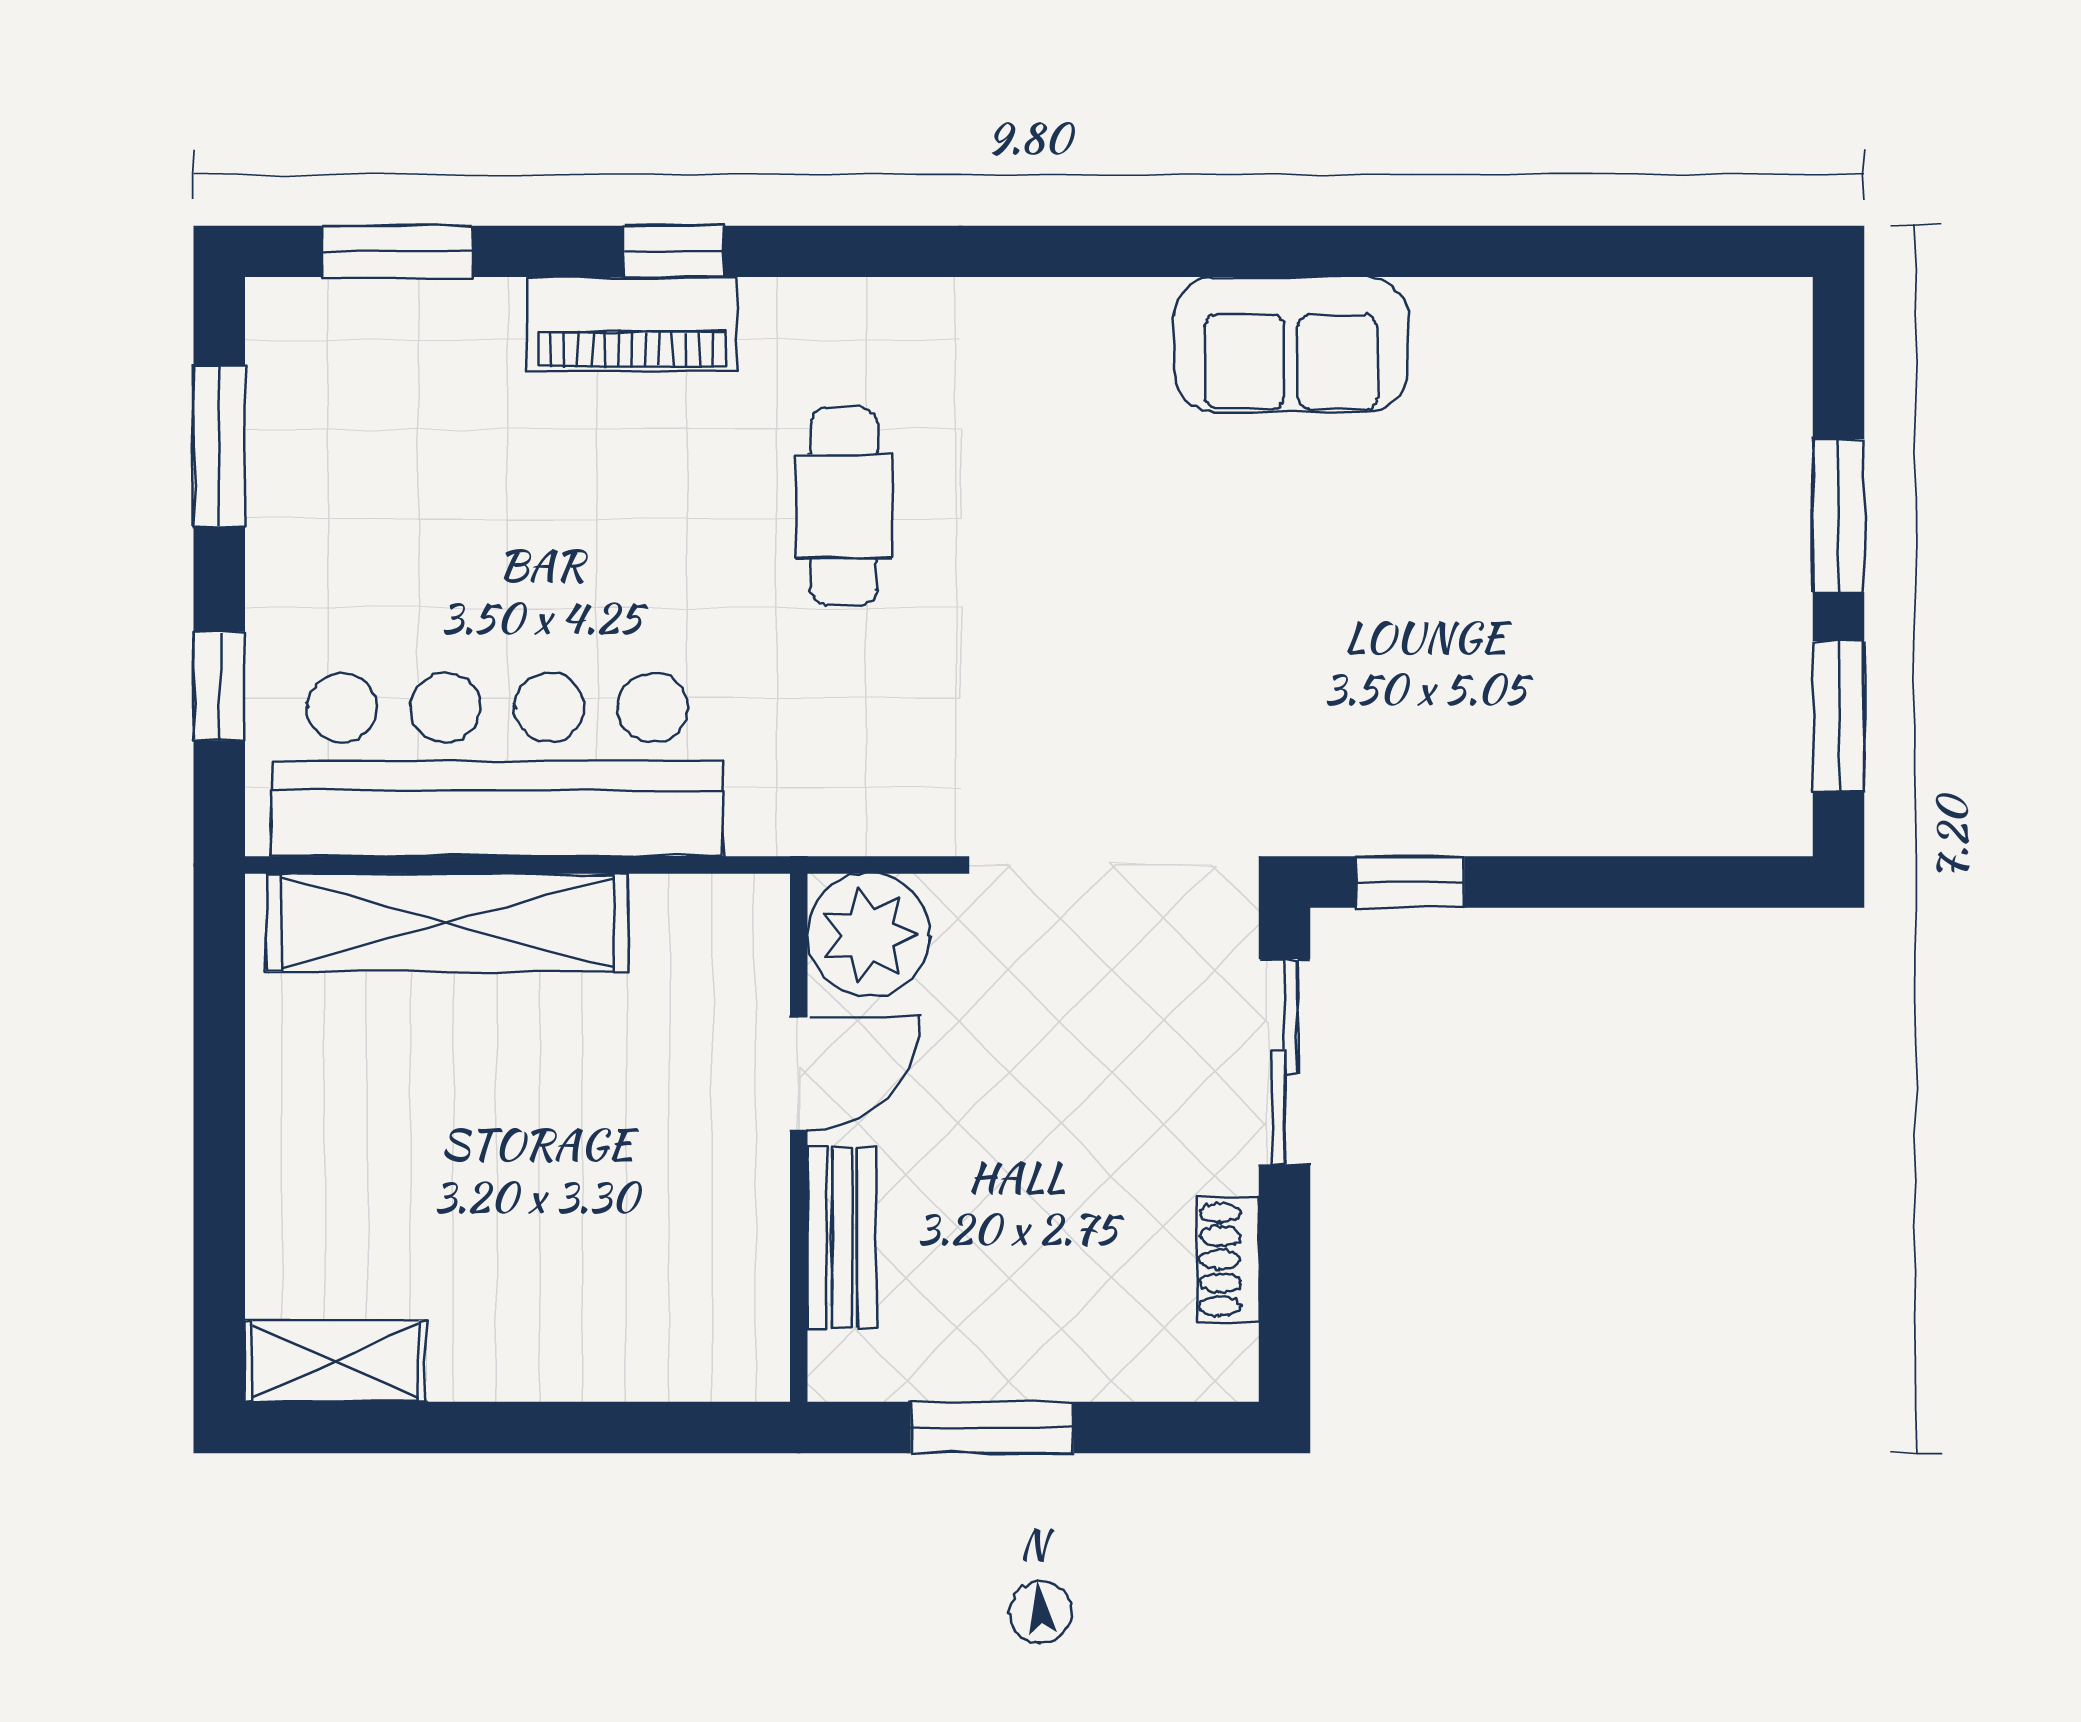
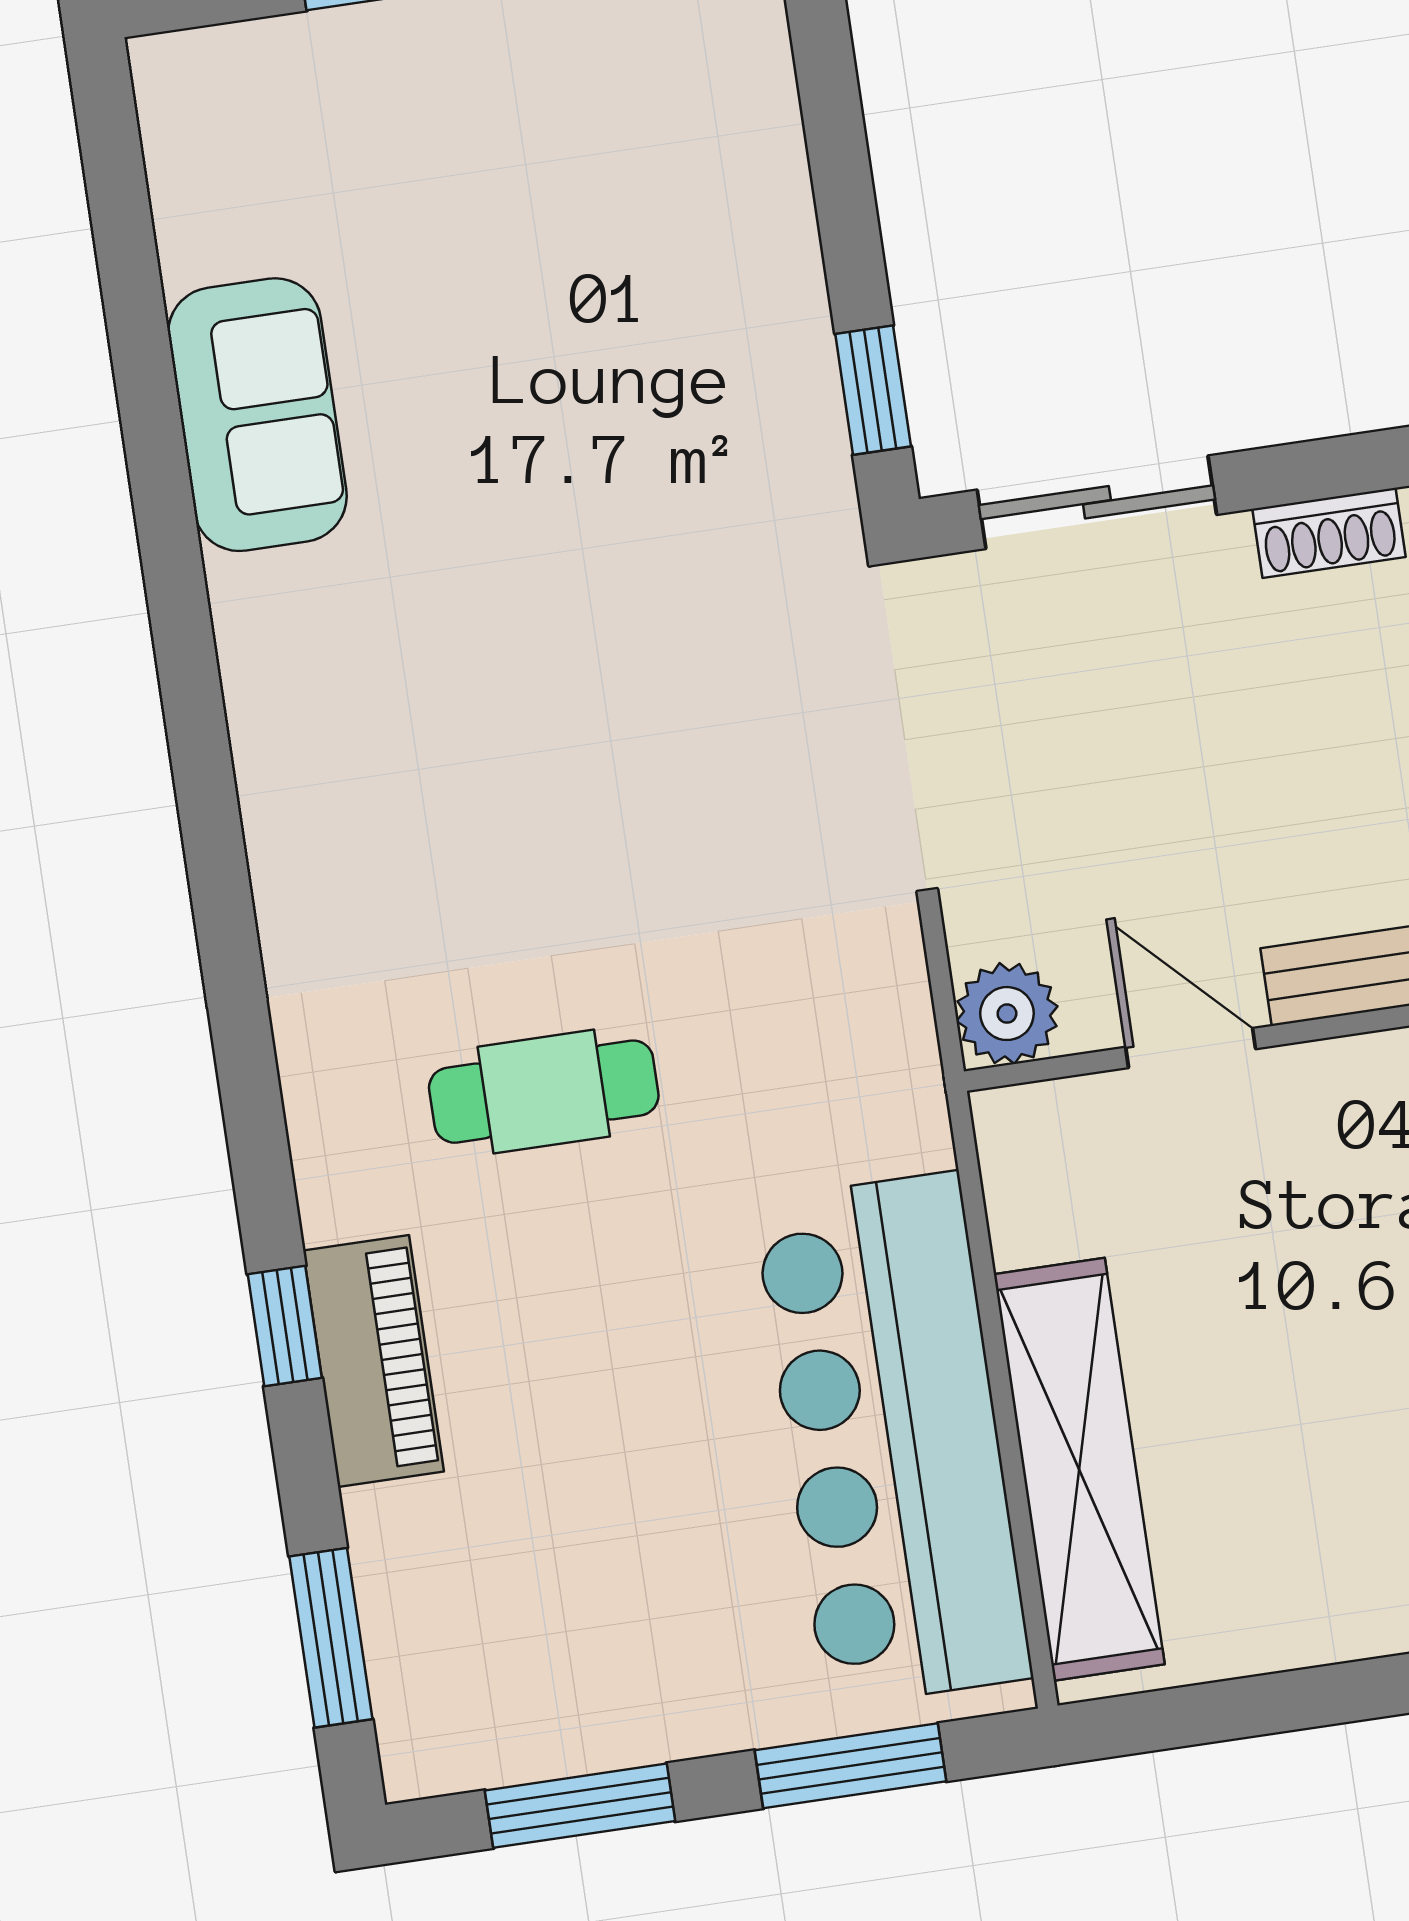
sofa: (1291, 344) -> (257, 415), moved
window: (219, 686) -> (850, 1766), width x1.50
plant: (869, 935) -> (1007, 1014), width x0.73, depth x0.73

